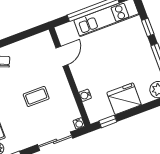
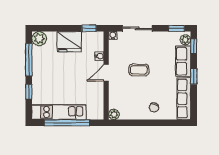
plant: (45, 37) -> (114, 114), added
door: (62, 56) -> (106, 73), moved

